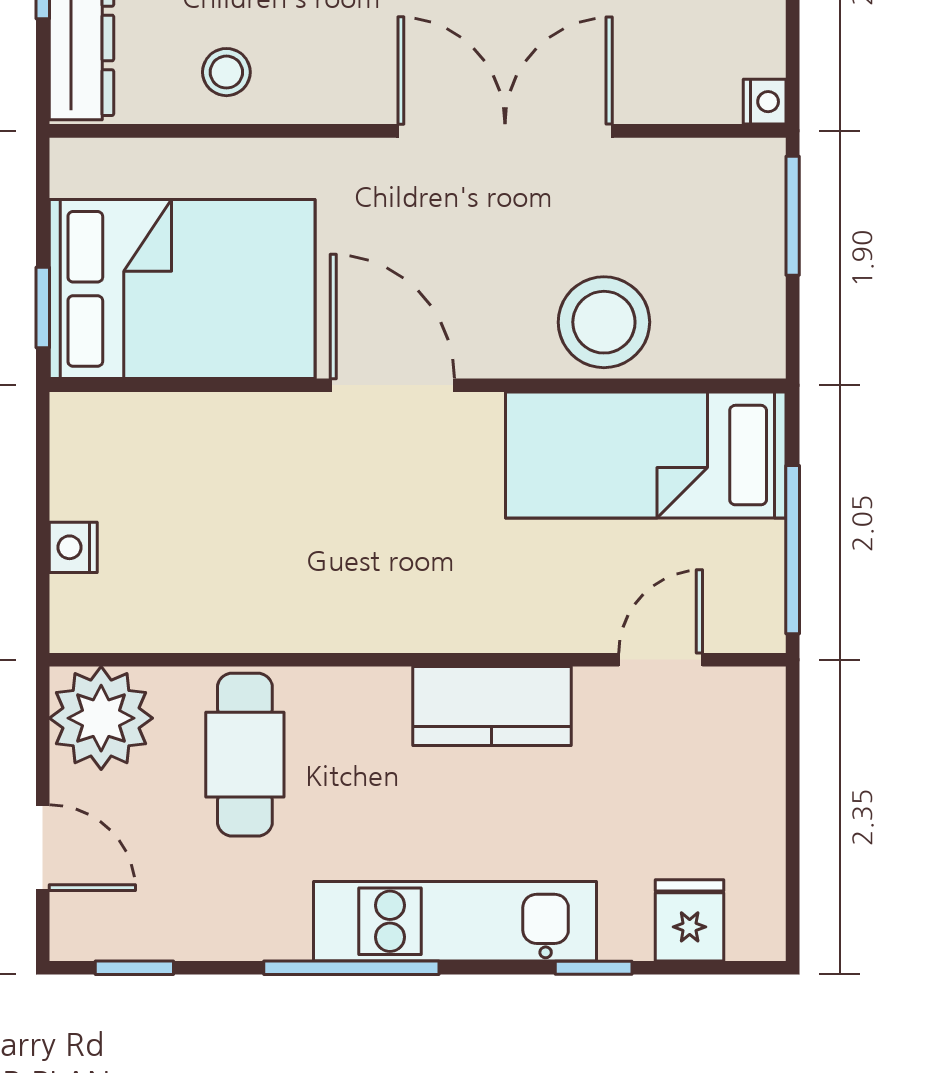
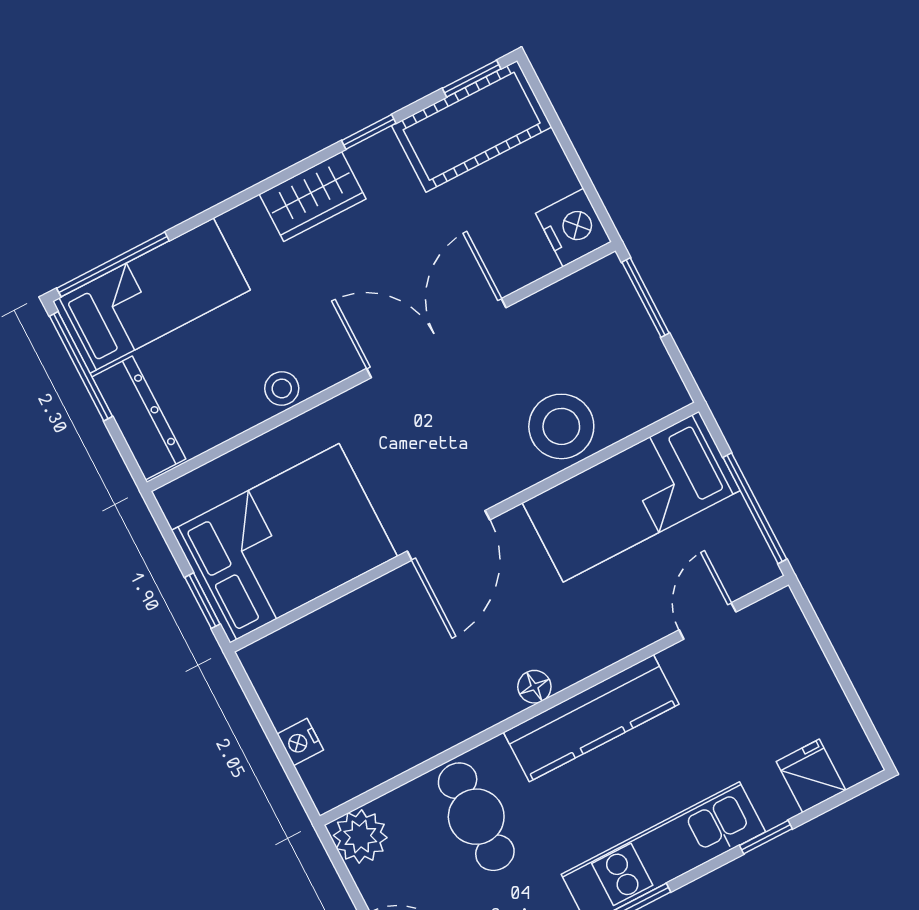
stool: (226, 72) -> (282, 388), moved
nightstand: (765, 102) -> (573, 228), width x1.89, depth x1.79
door: (392, 385) -> (448, 535), swing flipped
floor lamp: (402, 630) -> (534, 687), added
kitchen counter: (492, 706) -> (591, 718), width x1.50
plant: (101, 718) -> (360, 837), width x0.73, depth x0.73

